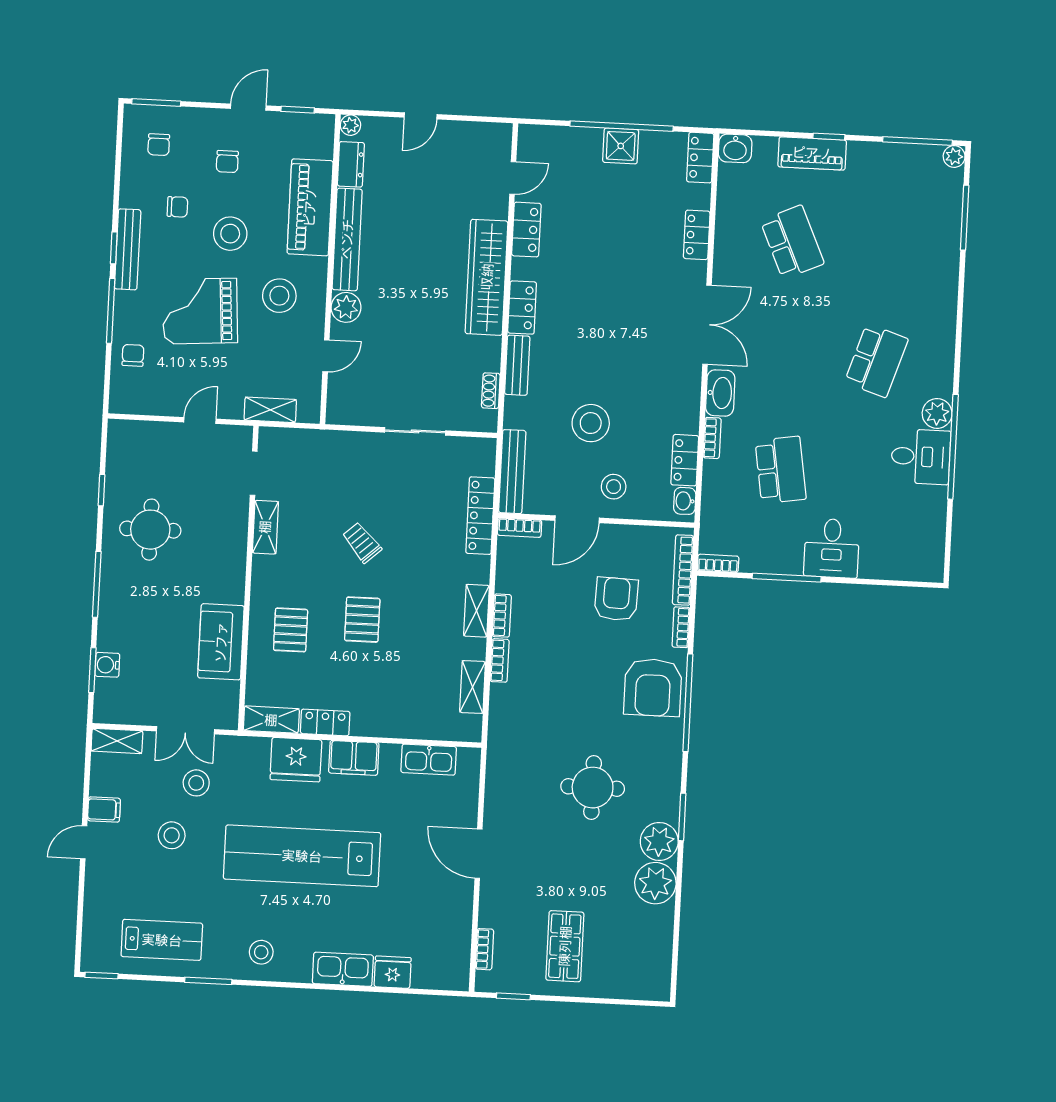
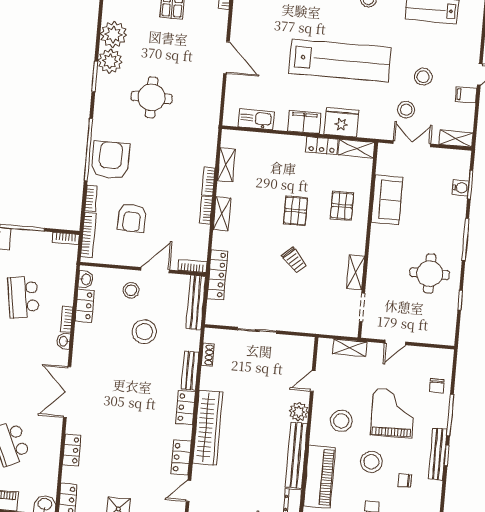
grand piano: (200, 311) -> (393, 413), turned -87
washbasin: (720, 393) -> (64, 341), width x0.52, depth x0.69

